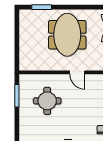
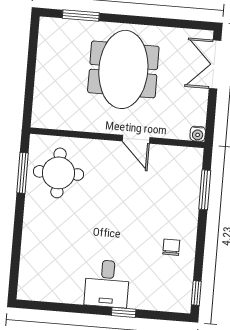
round table: (47, 101) -> (58, 173), moved

